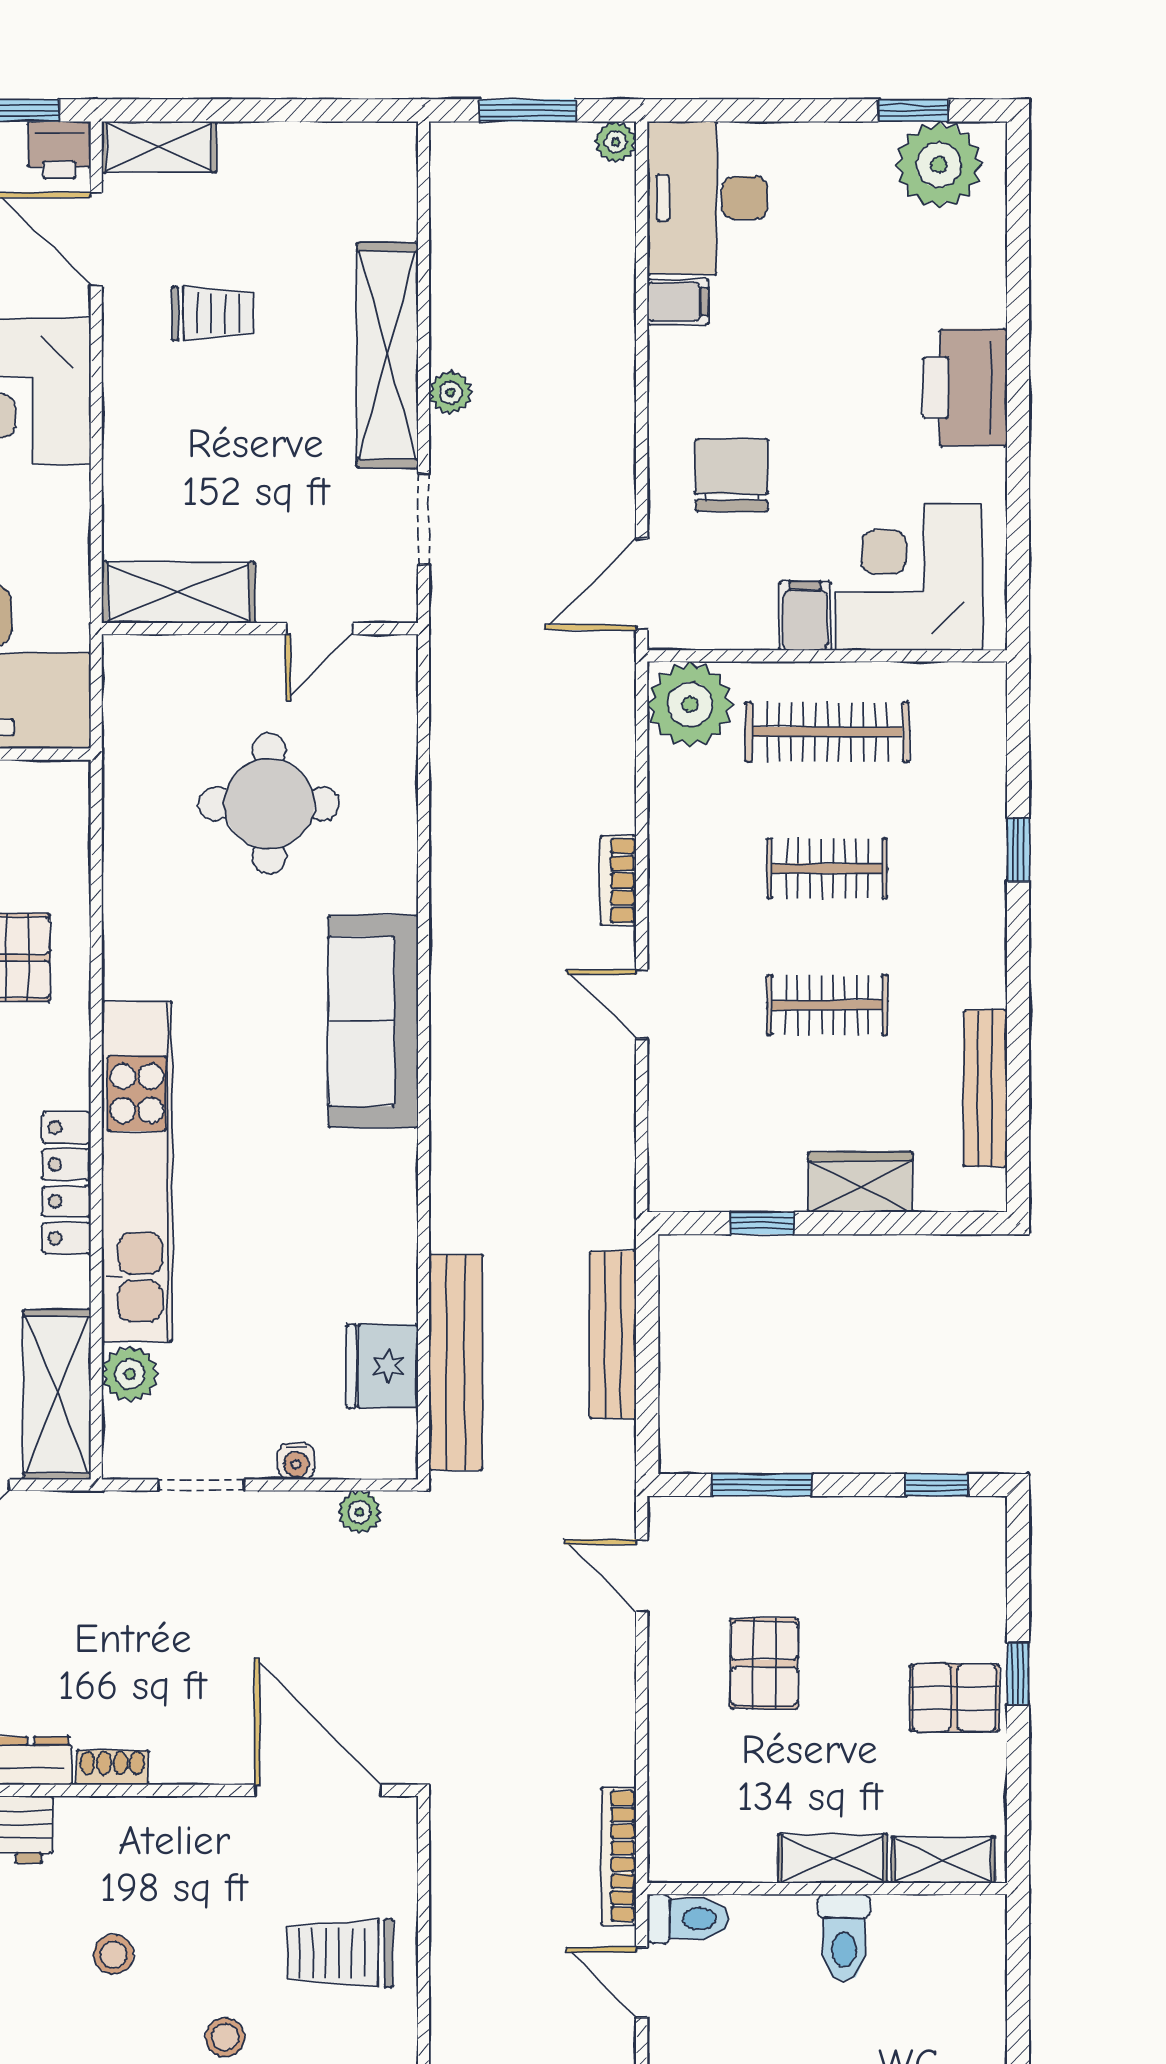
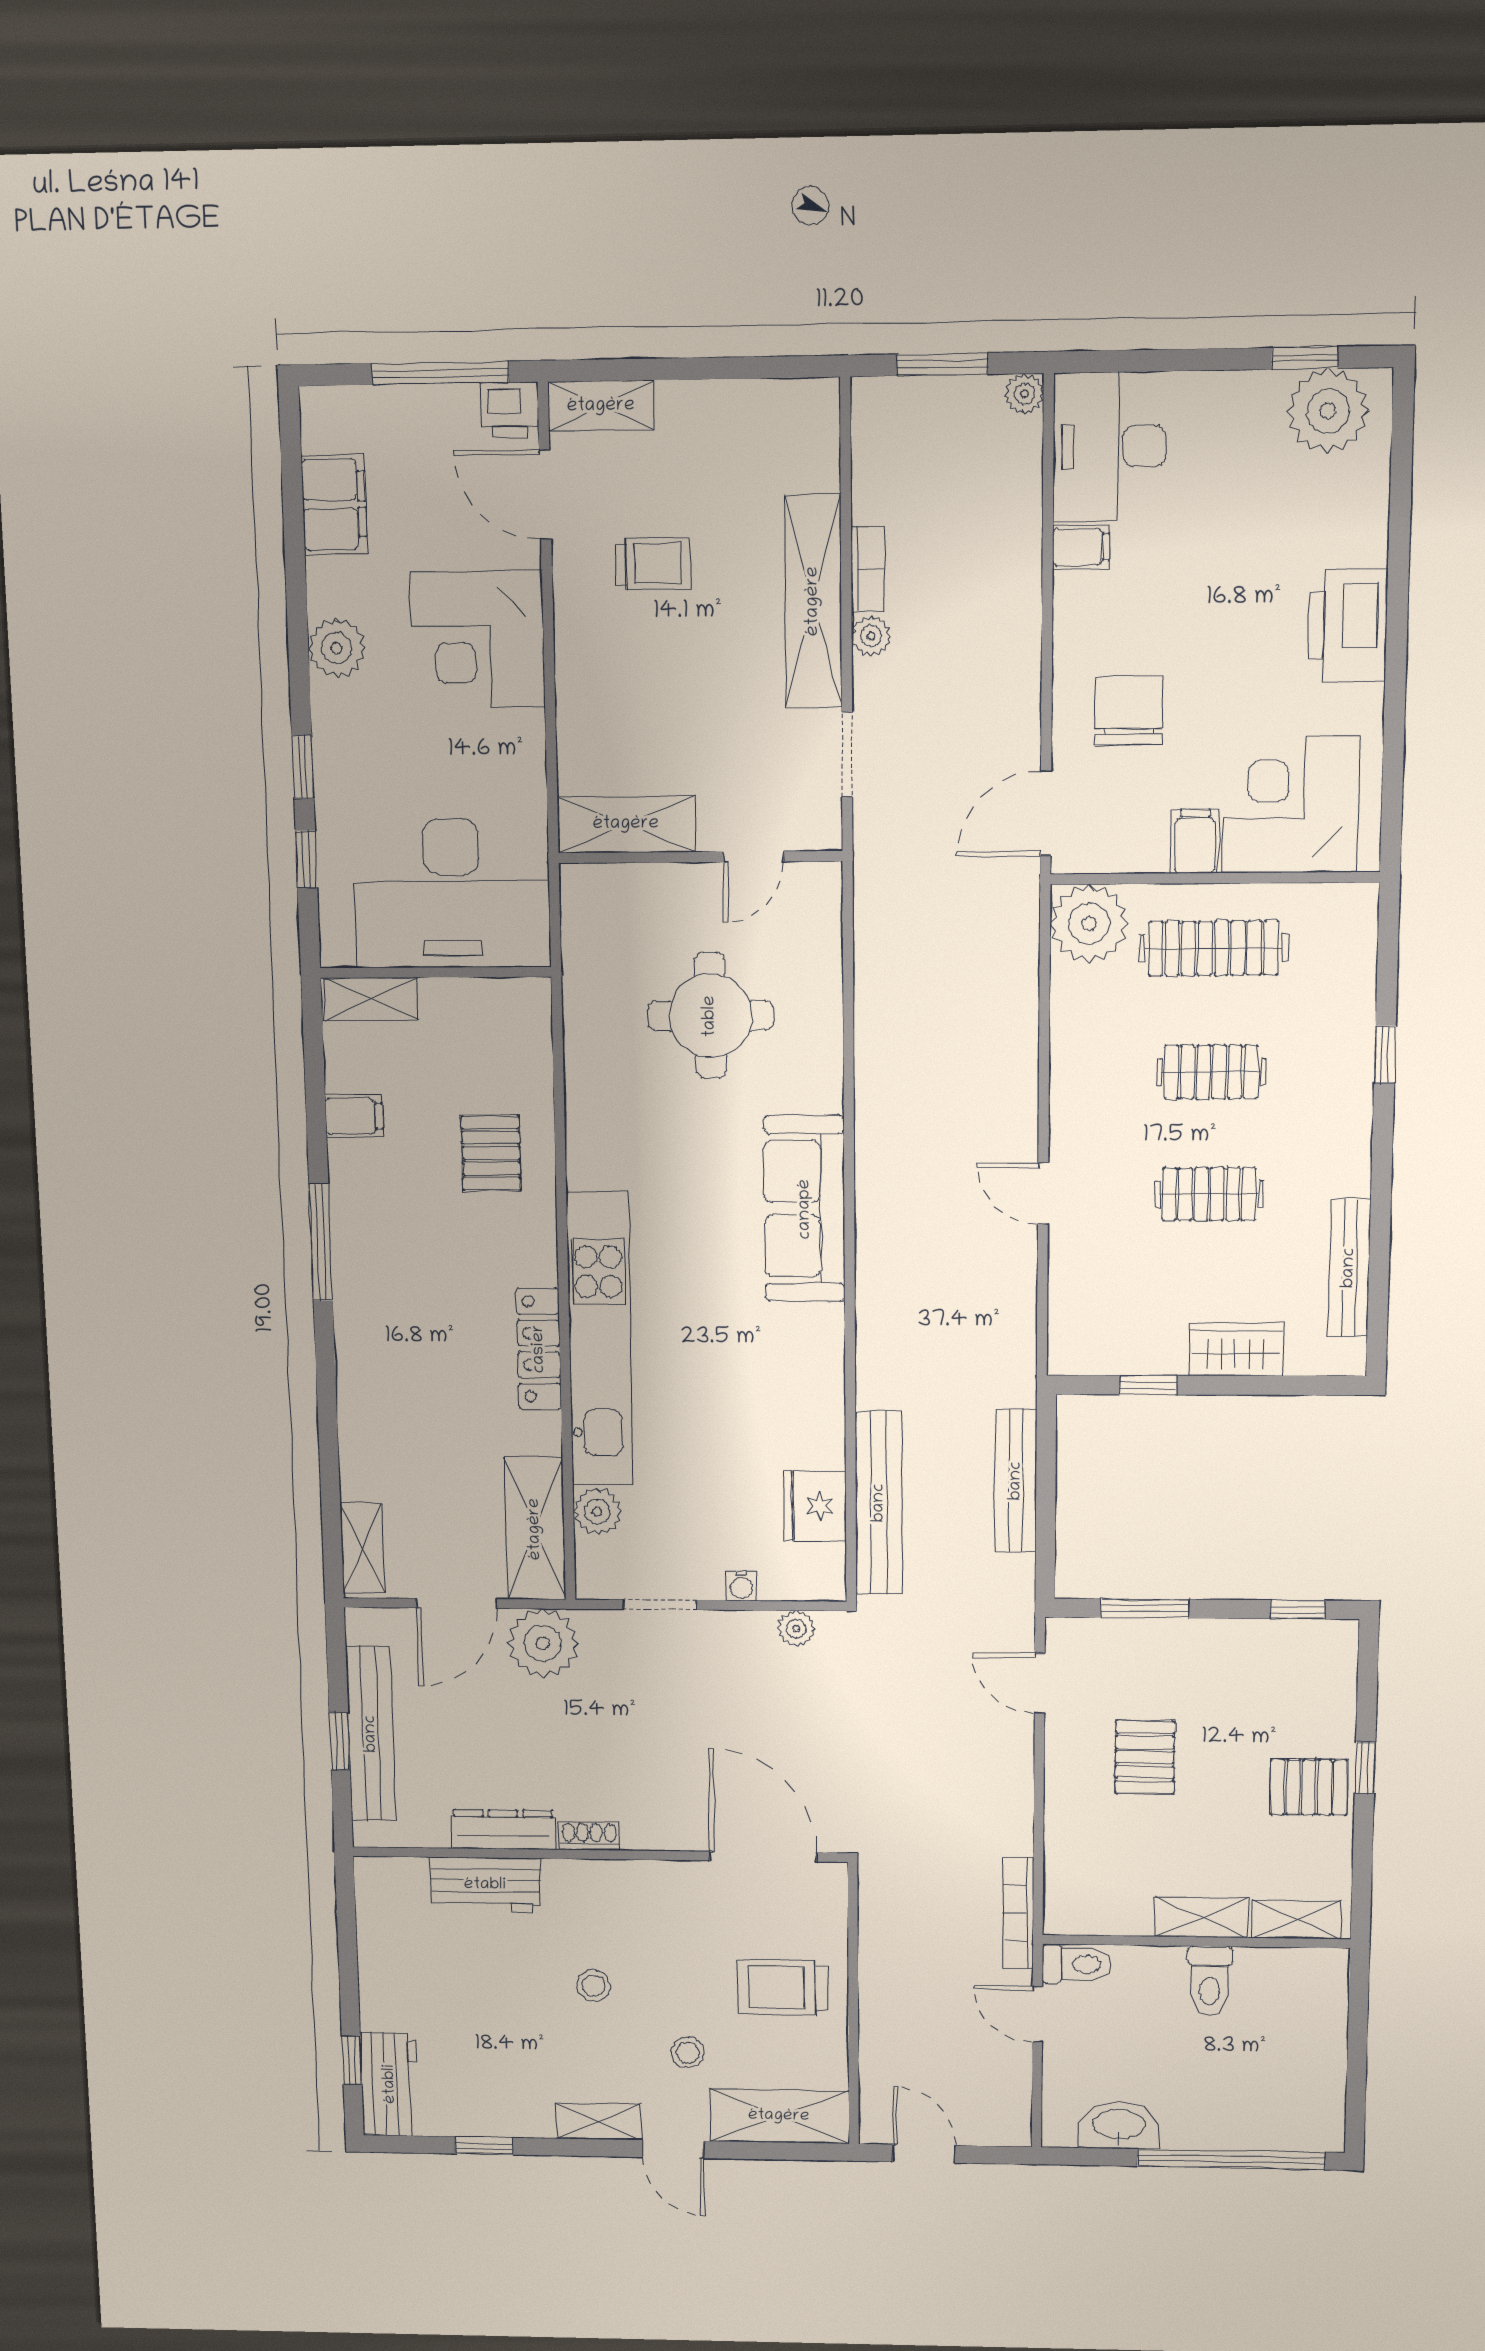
bookcase: (618, 881) -> (868, 569), moved, turned 180
plant: (63, 1532) -> (543, 1643), added

